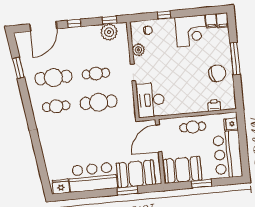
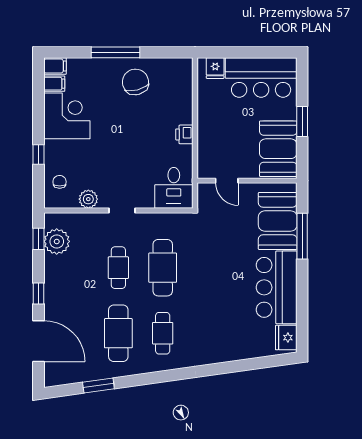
desk: (150, 100) -> (174, 188), width x0.73
printer: (214, 105) -> (184, 134), moved
cafe table: (193, 127) -> (214, 127), removed
door: (159, 138) -> (227, 181), width x0.53
window: (128, 191) -> (302, 236), width x1.44

